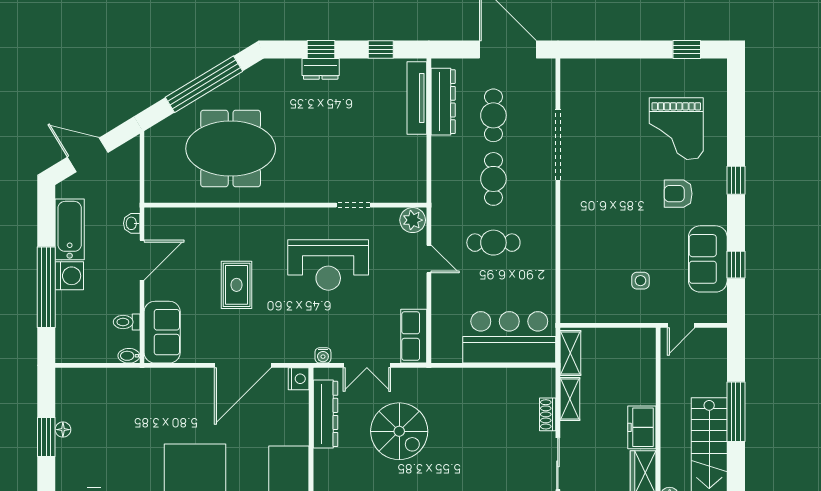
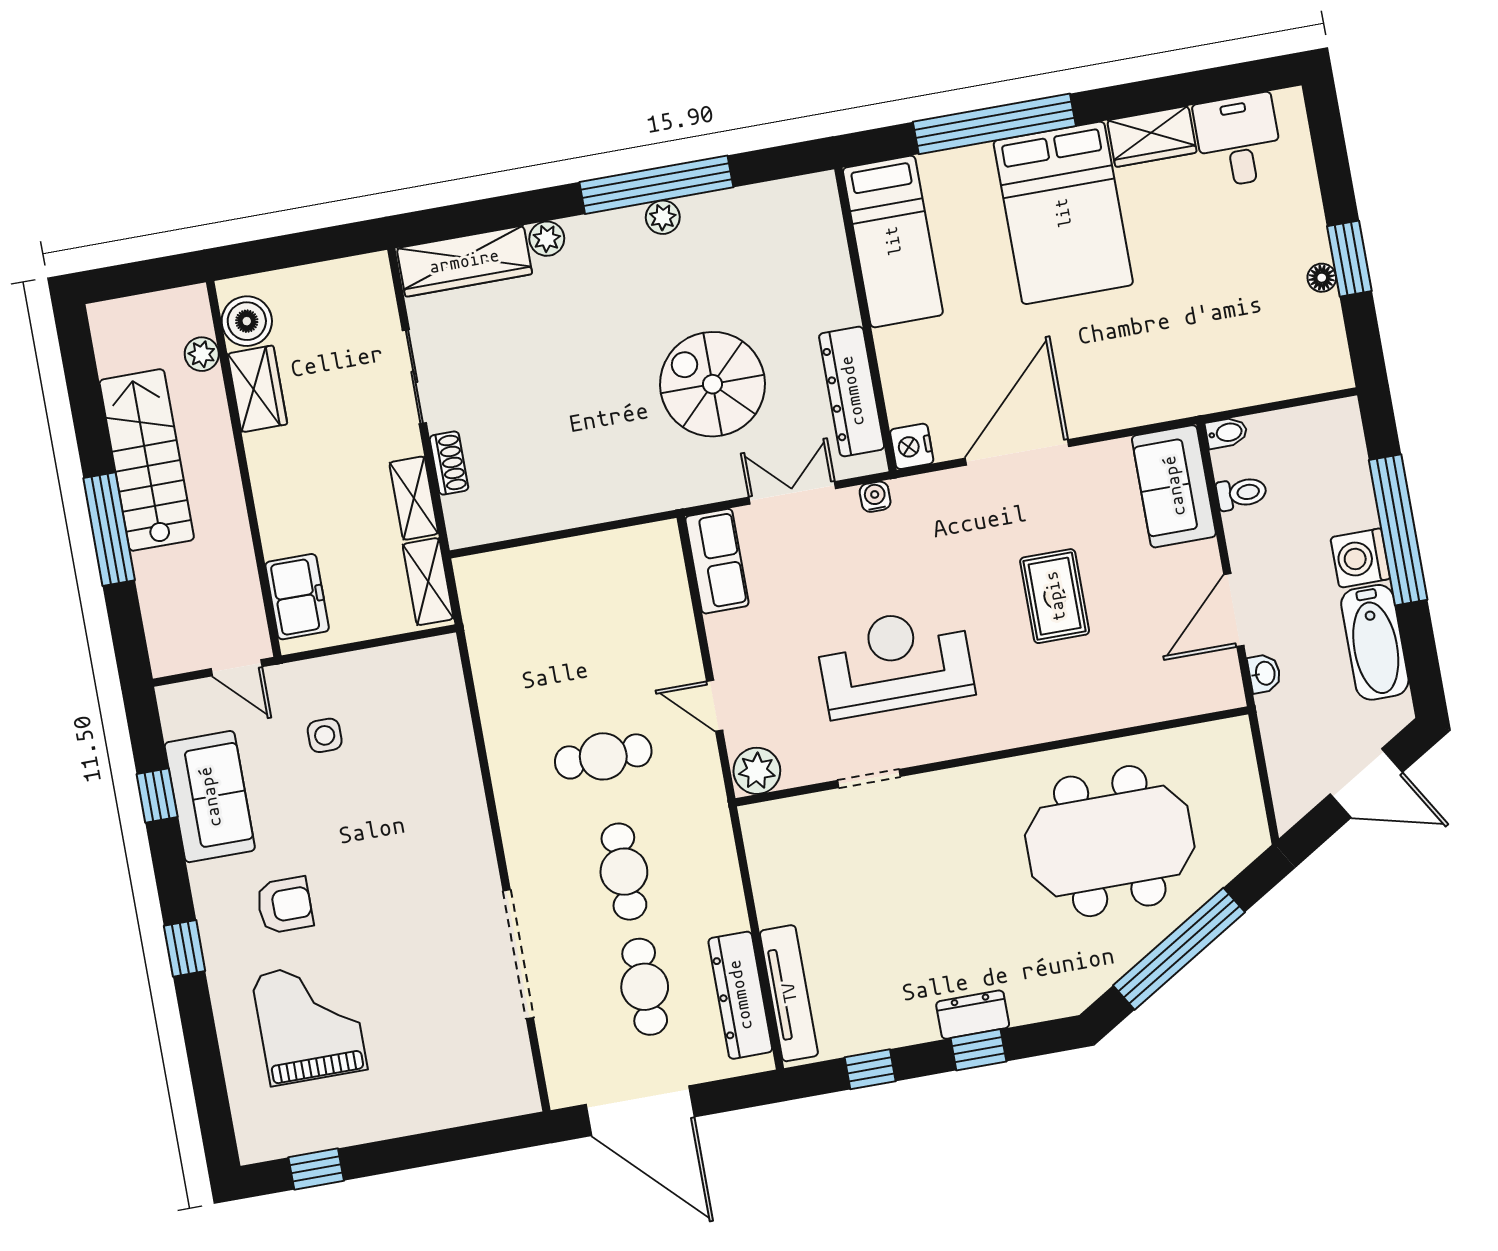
door: (681, 325) -> (236, 668), swing flipped
bar counter: (509, 337) -> (544, 590), removed
freezer: (642, 427) -> (297, 597), moved

